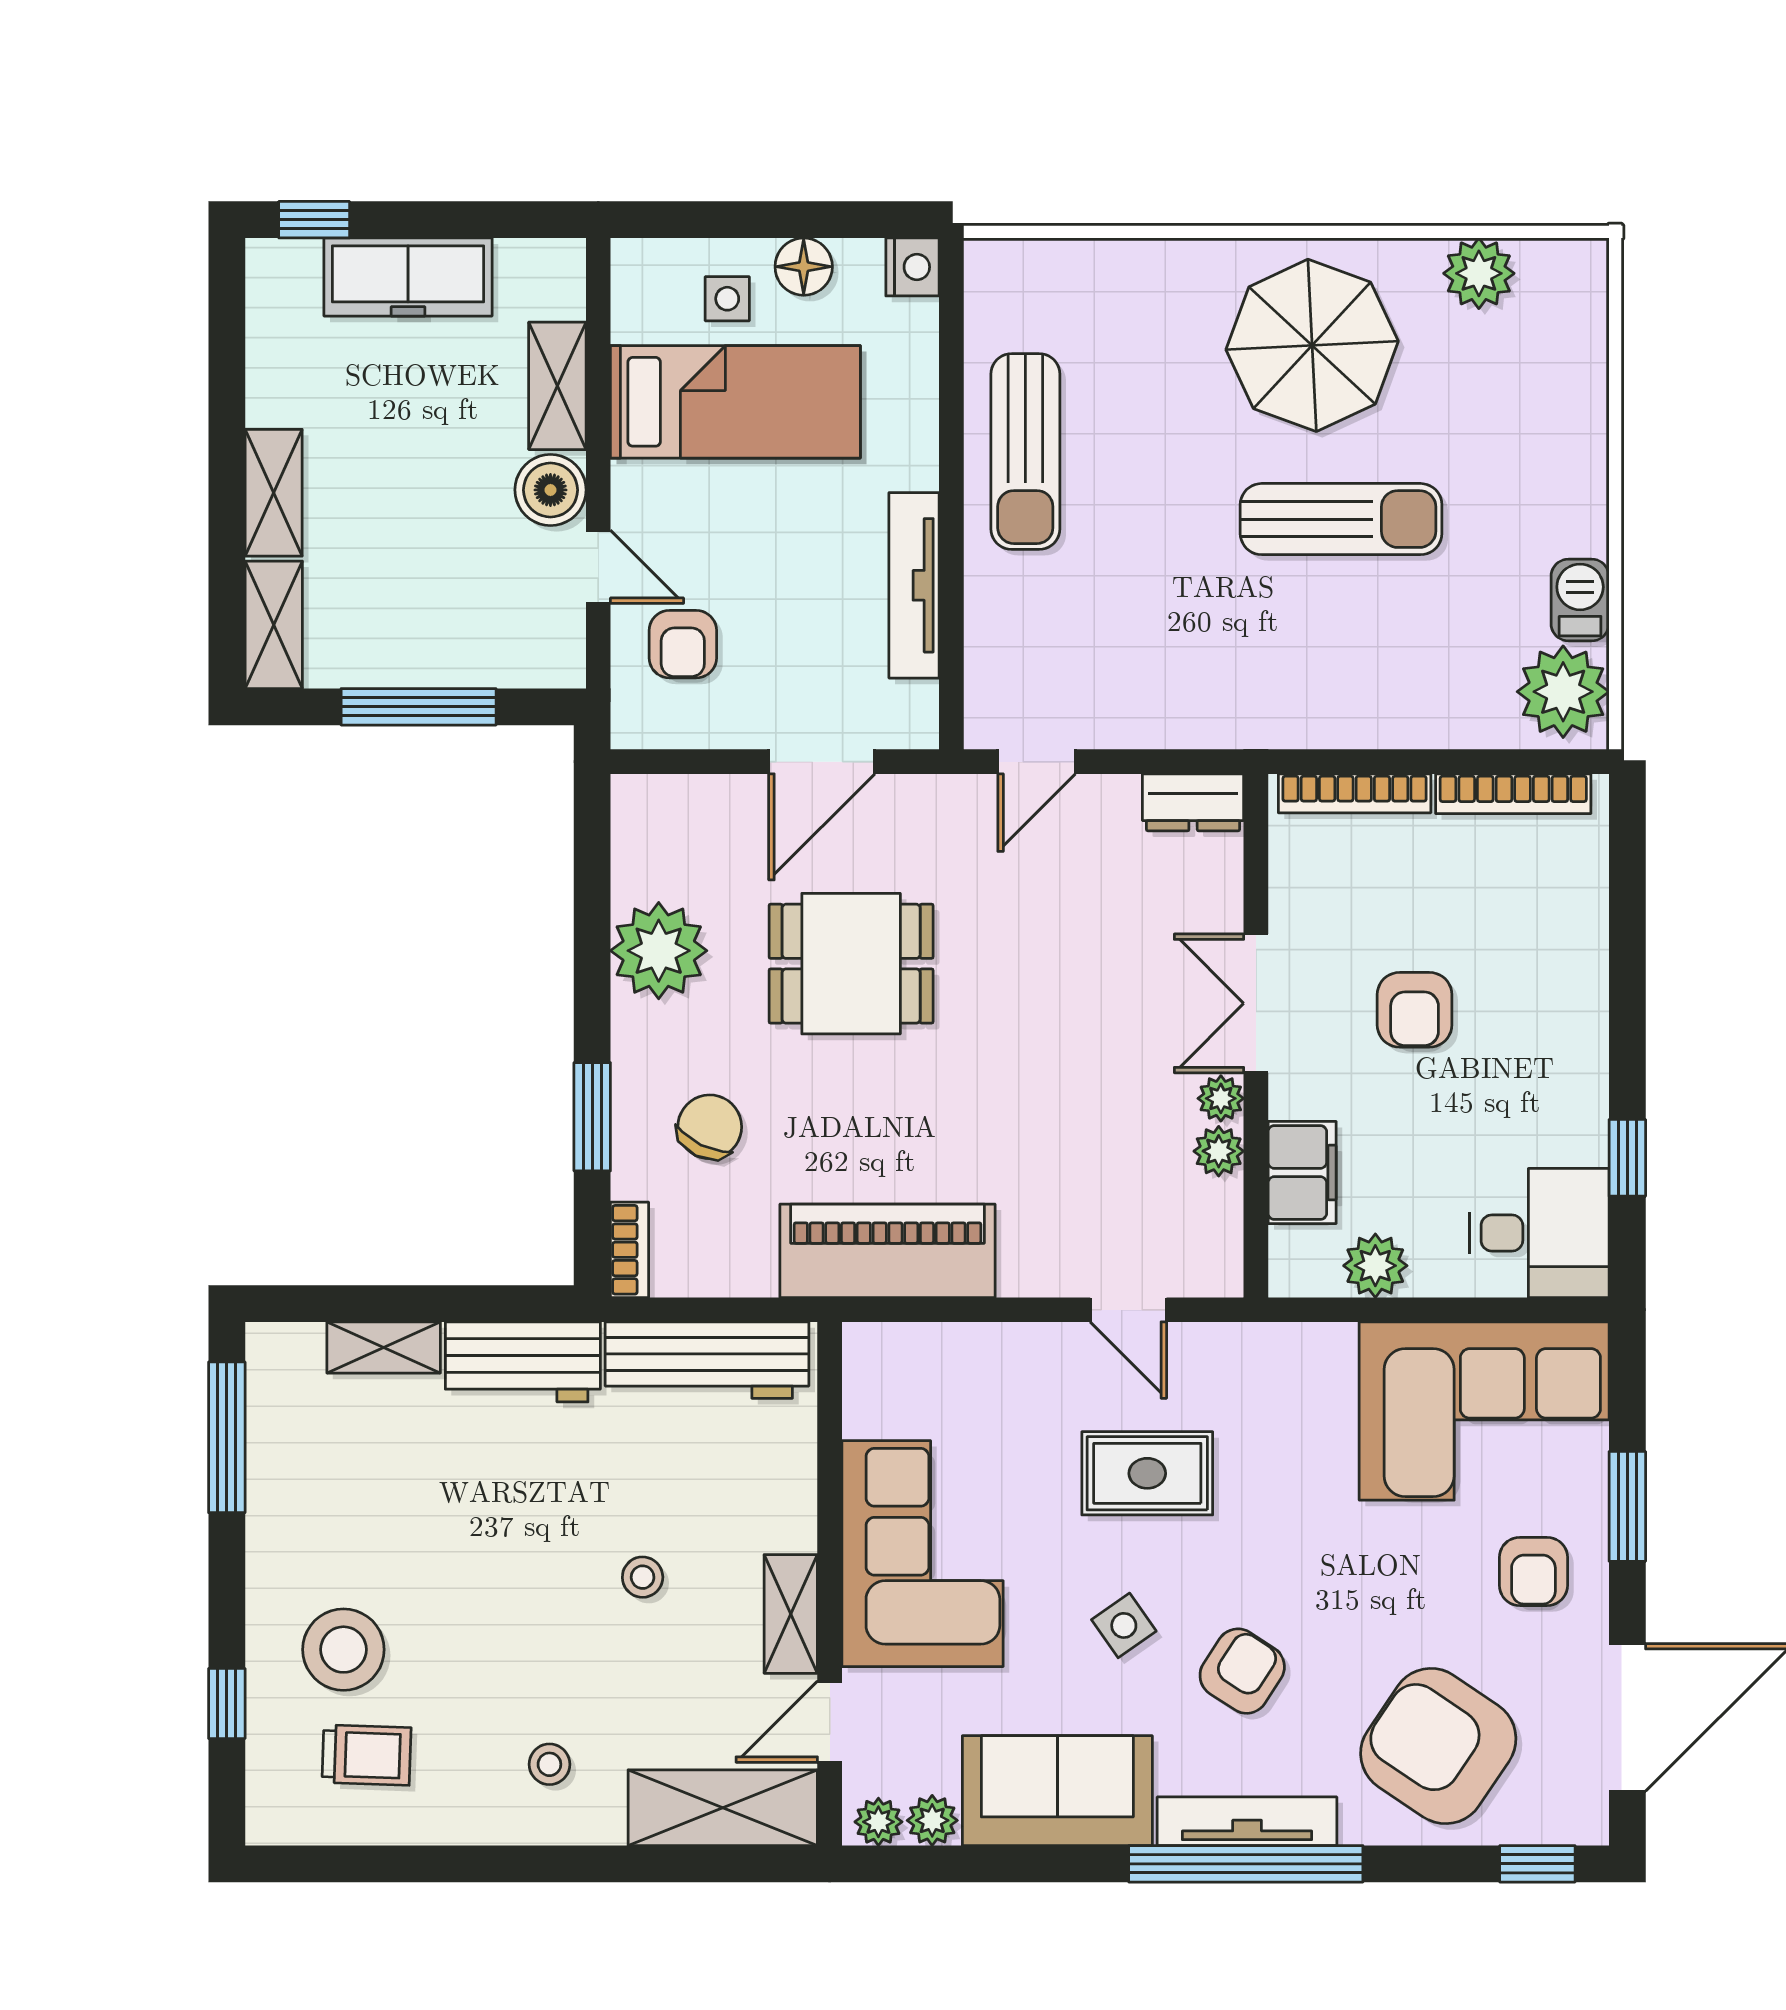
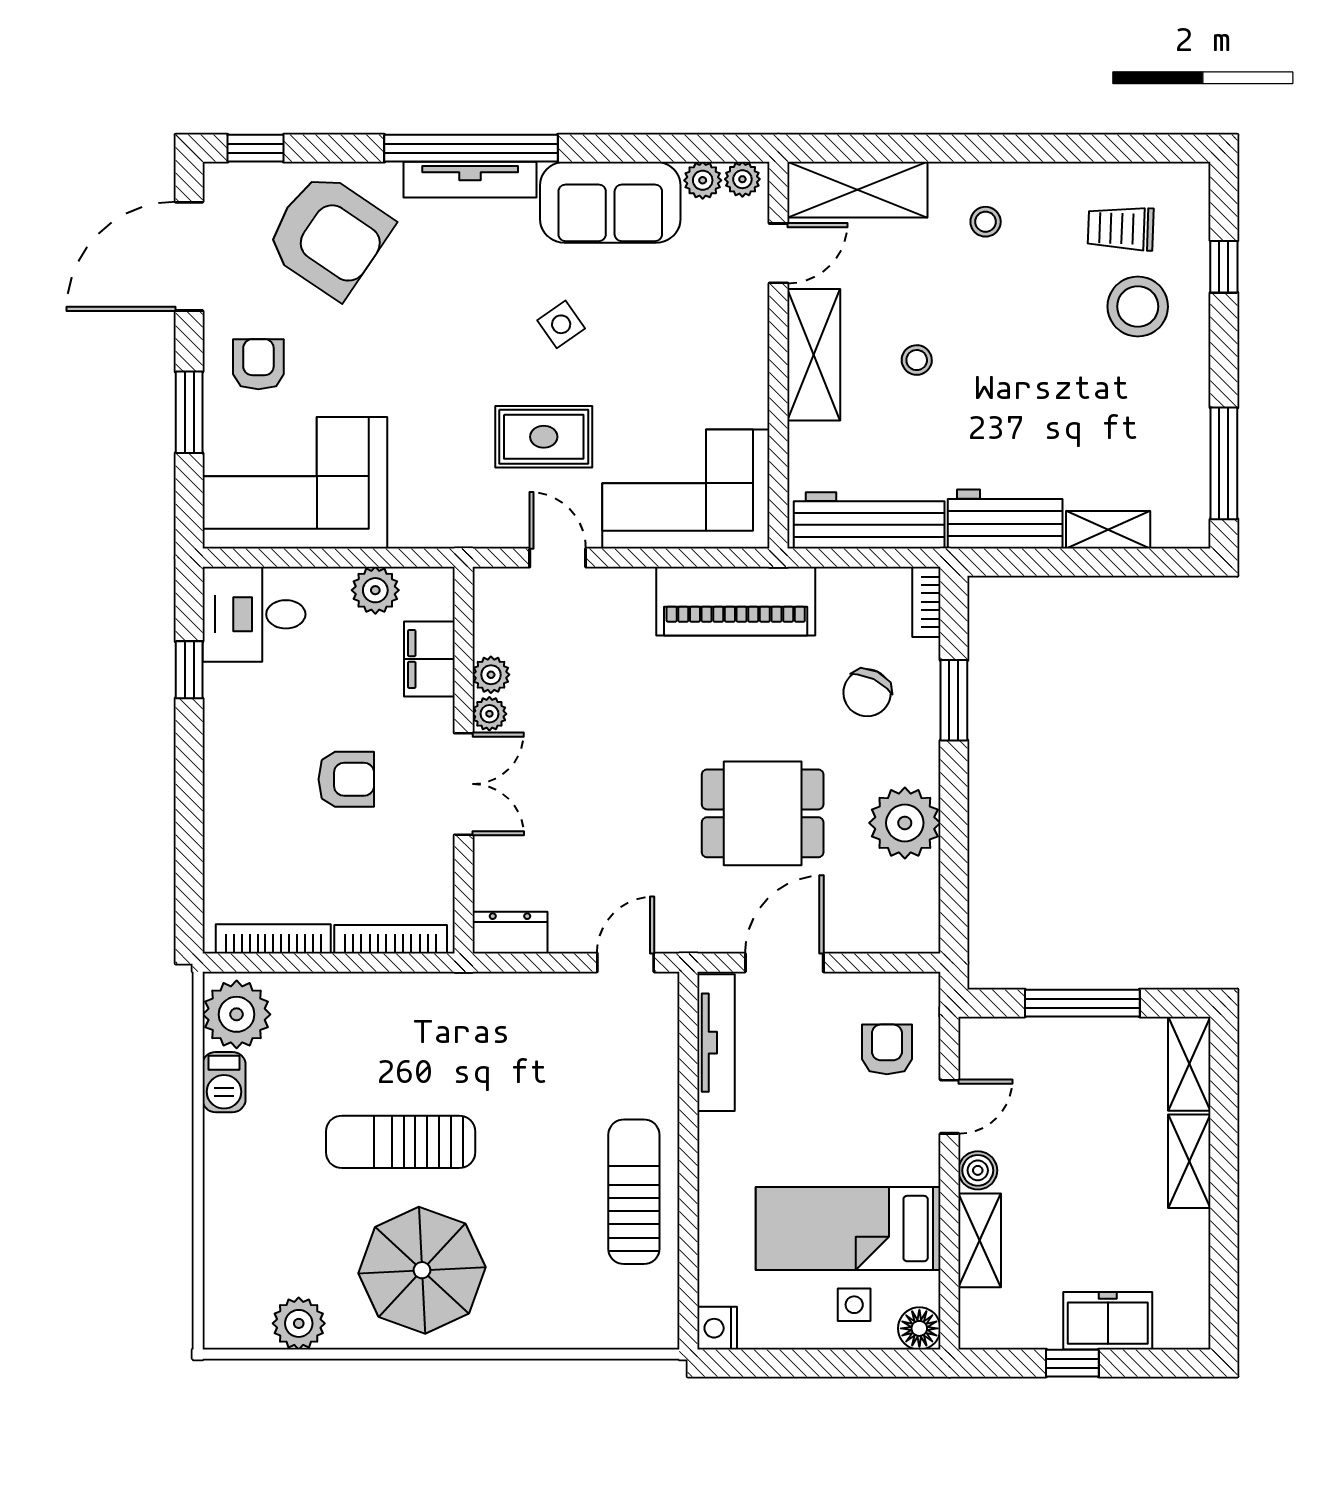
window: (314, 220) -> (1072, 1363), moved
floor lamp: (804, 267) -> (919, 1328), moved
freezer: (408, 277) -> (1108, 1321), width x0.71
boiler: (550, 490) -> (978, 1170), width x0.73, depth x0.73
door: (598, 567) -> (949, 1107), swing flipped
tv unit: (914, 585) -> (716, 1043), moved
armchair: (1415, 1010) -> (346, 779), turned 90
corner sofa: (922, 1554) -> (686, 489), moved, turned 90
shelving: (791, 1614) -> (814, 355), width x1.50, depth x1.33
armchair: (1242, 1671) -> (474, 291), removed

